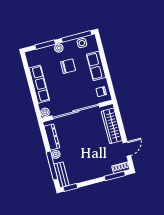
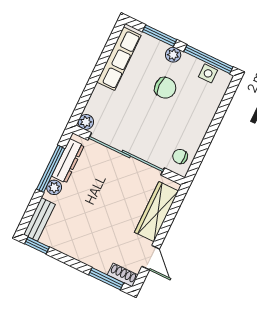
row of seats: (96, 66) -> (202, 118), removed
row of seats: (39, 84) -> (119, 59), moved
door: (127, 149) -> (151, 258), hinge flipped
window: (52, 166) -> (51, 169), moved

